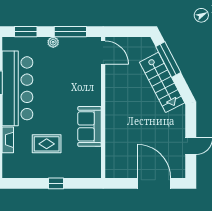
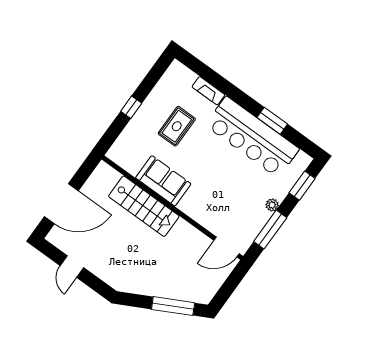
stairs: (162, 82) -> (144, 206), moved, turned -152

